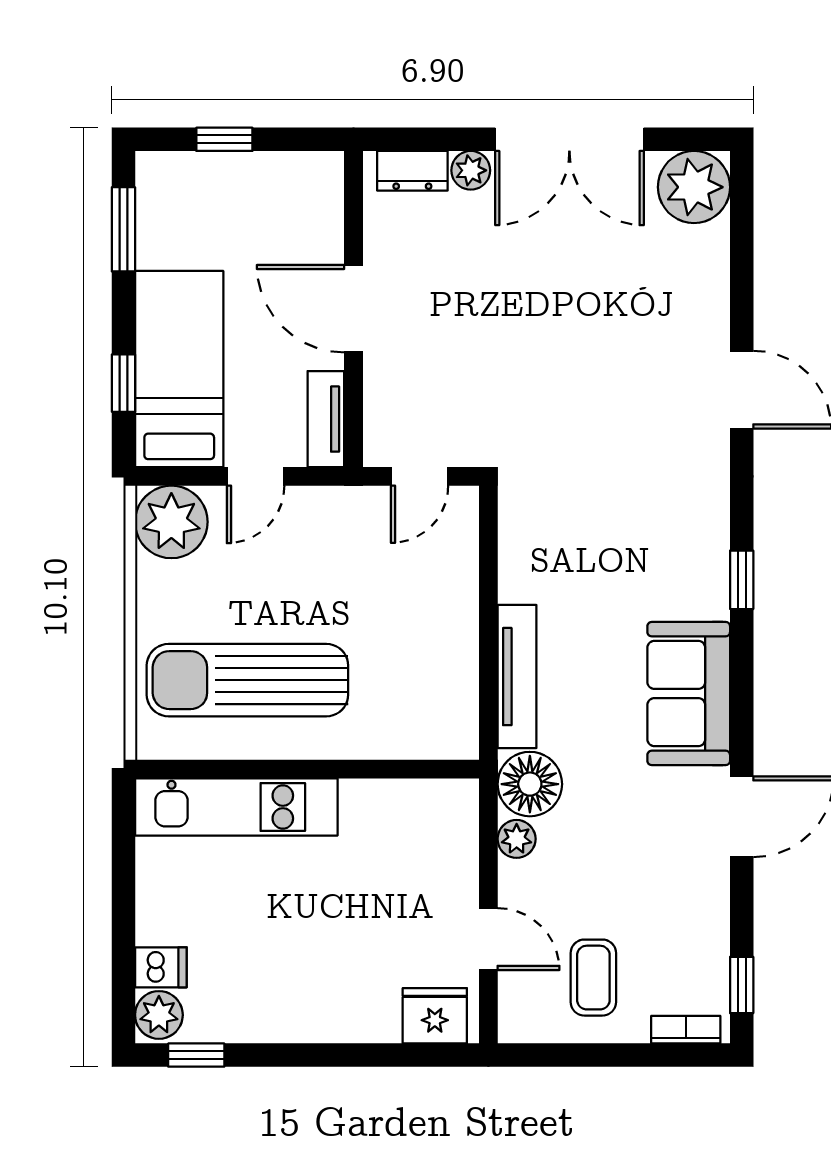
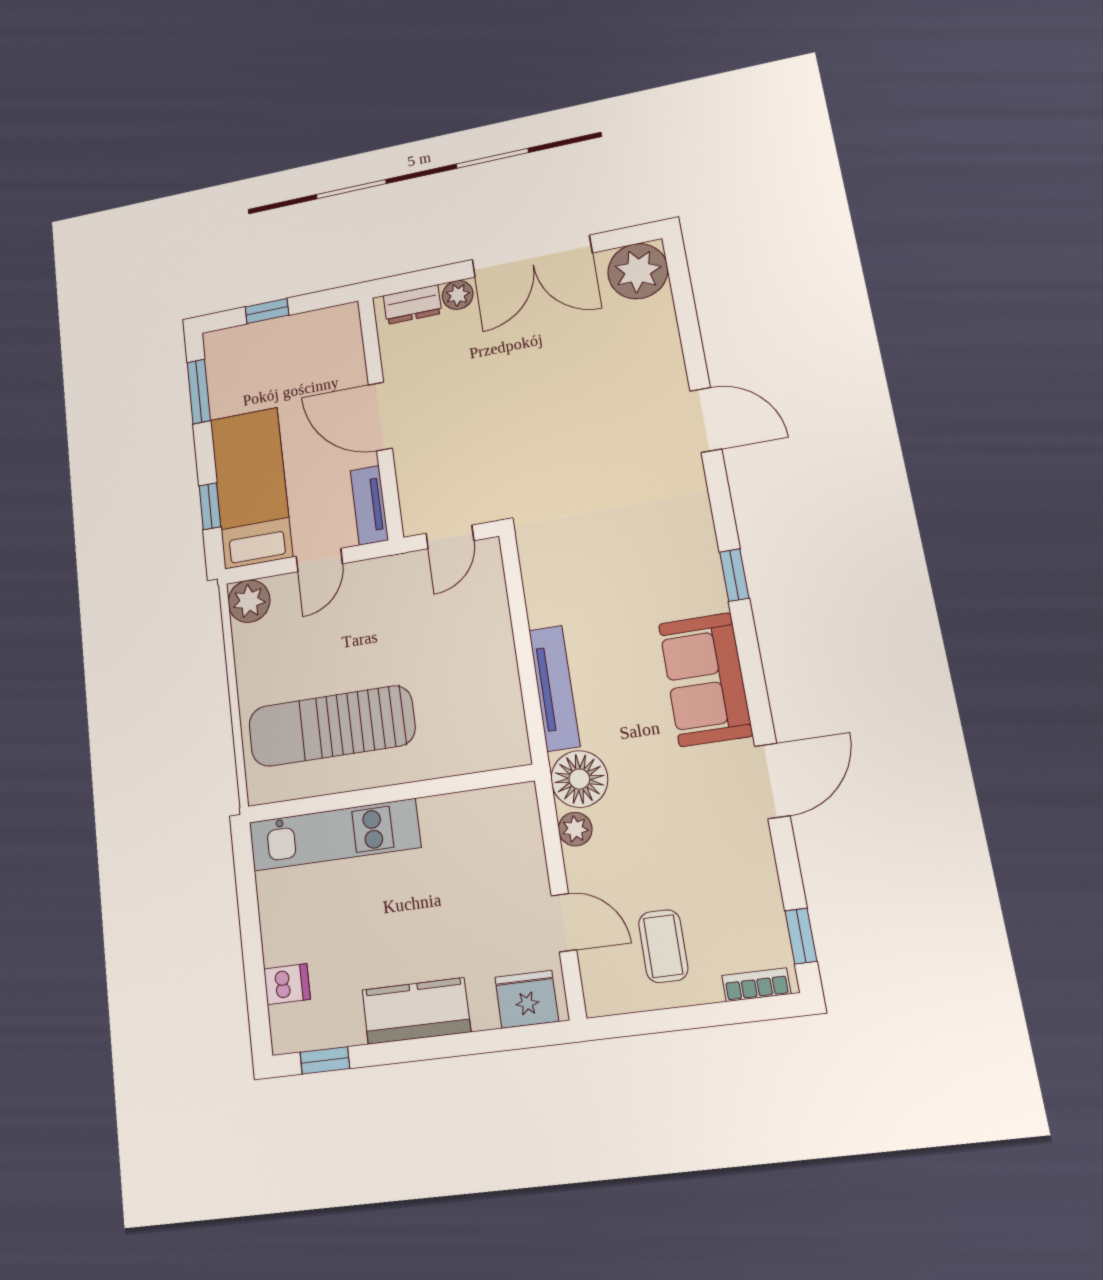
plant: (171, 522) -> (249, 601), width x0.73, depth x0.73
kitchen counter: (308, 1014) -> (416, 1011), added
plant: (159, 1015) -> (290, 1027), removed

